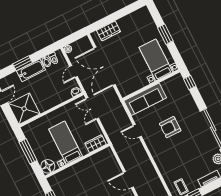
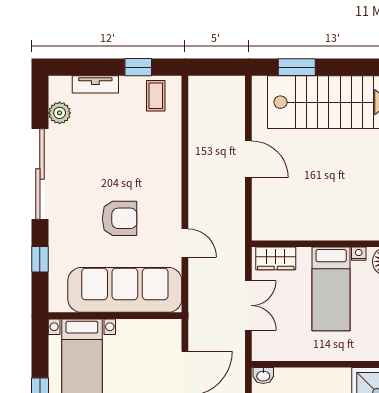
window: (190, 83) -> (40, 259), moved
sofa: (145, 99) -> (125, 290), width x1.36, depth x1.27
double door: (92, 108) -> (248, 305), moved

